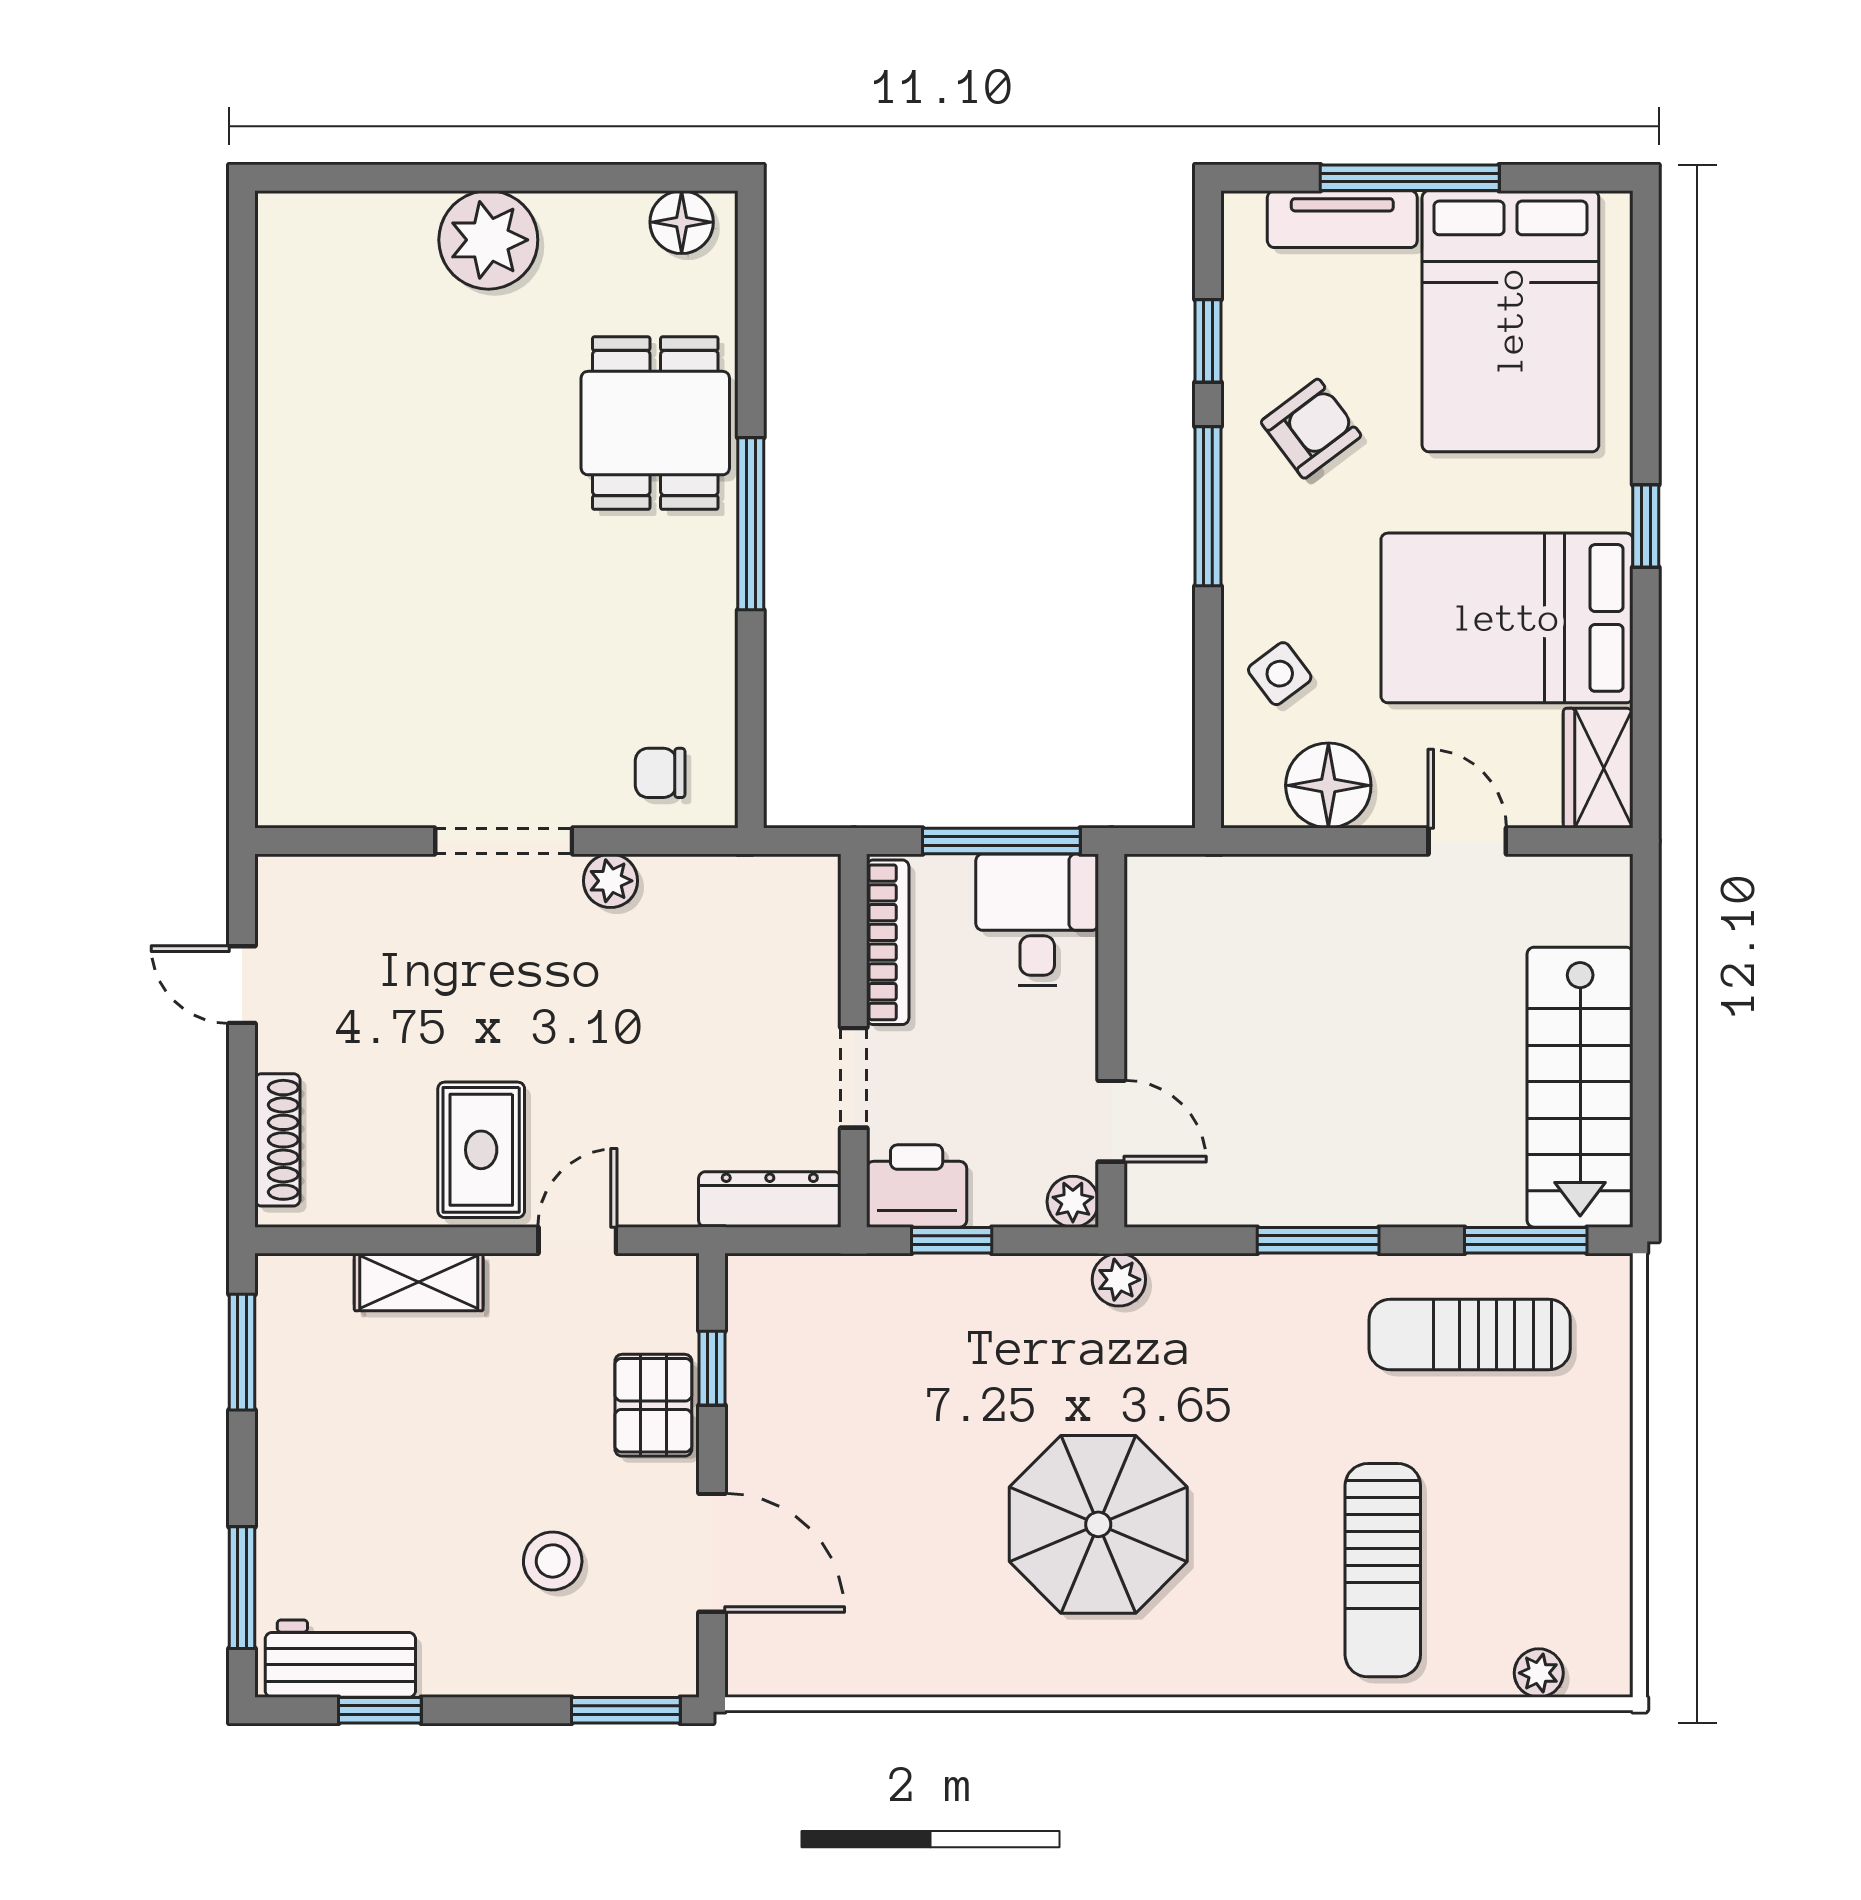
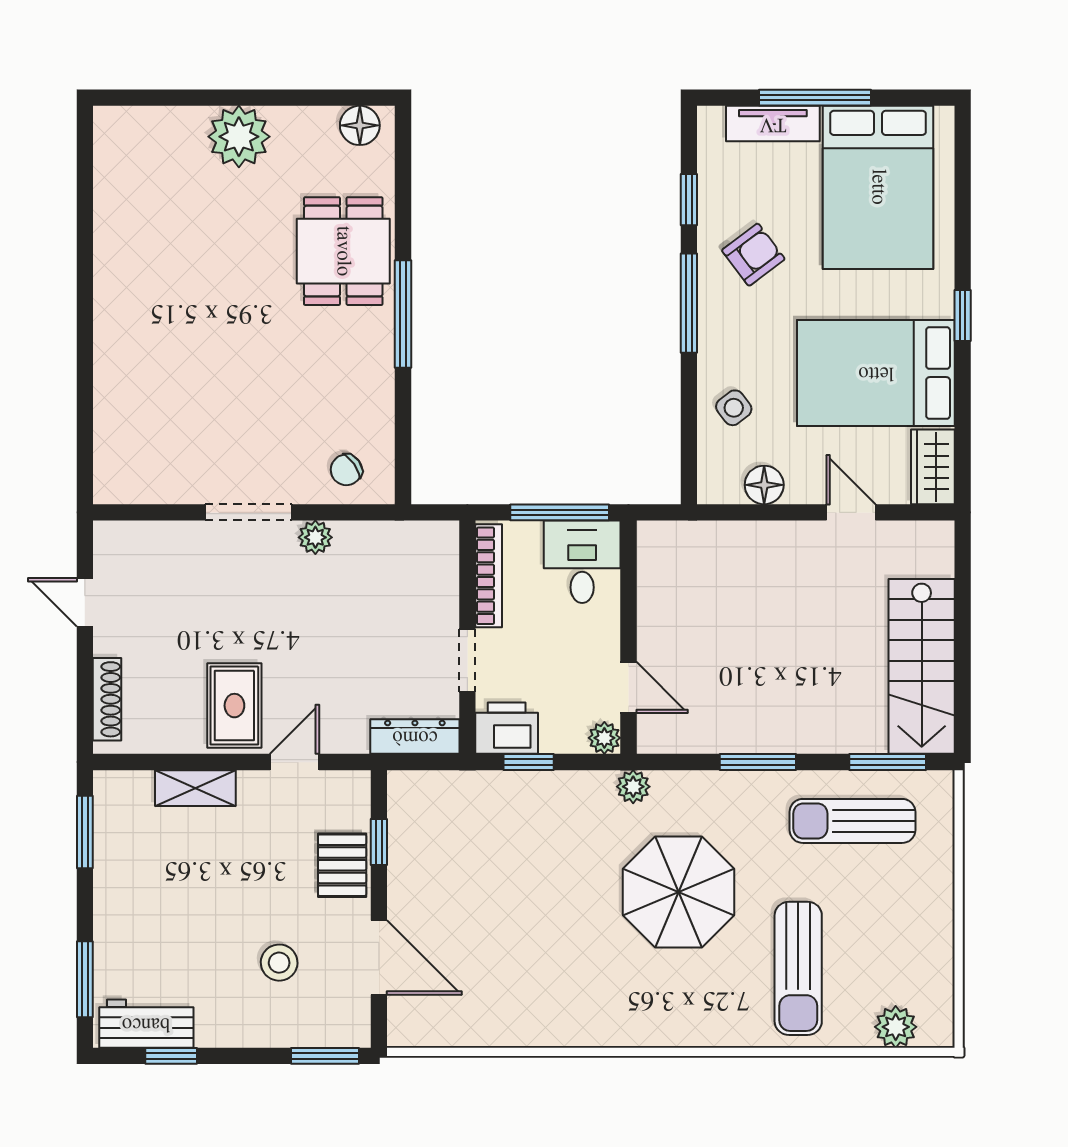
chair: (660, 773) -> (346, 470), turned -35
floor lamp: (1328, 785) -> (764, 485), width x0.73, depth x0.73
parasol: (1098, 1524) -> (678, 892), moved
plant: (1539, 1673) -> (896, 1027), width x1.38, depth x1.38

